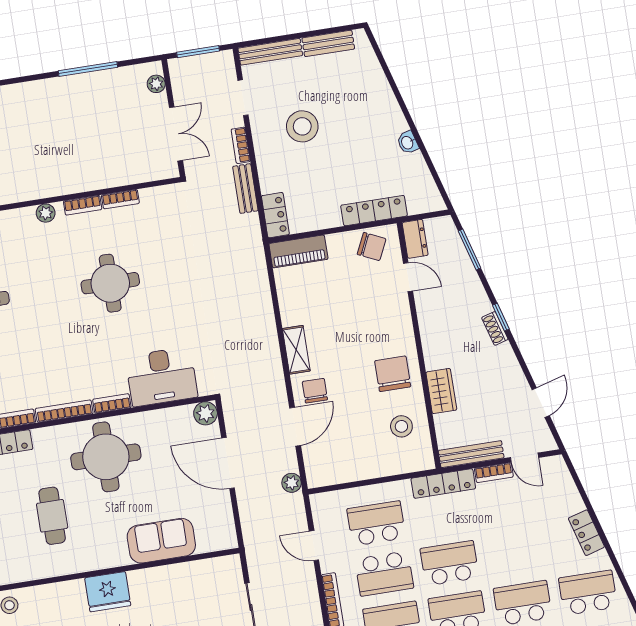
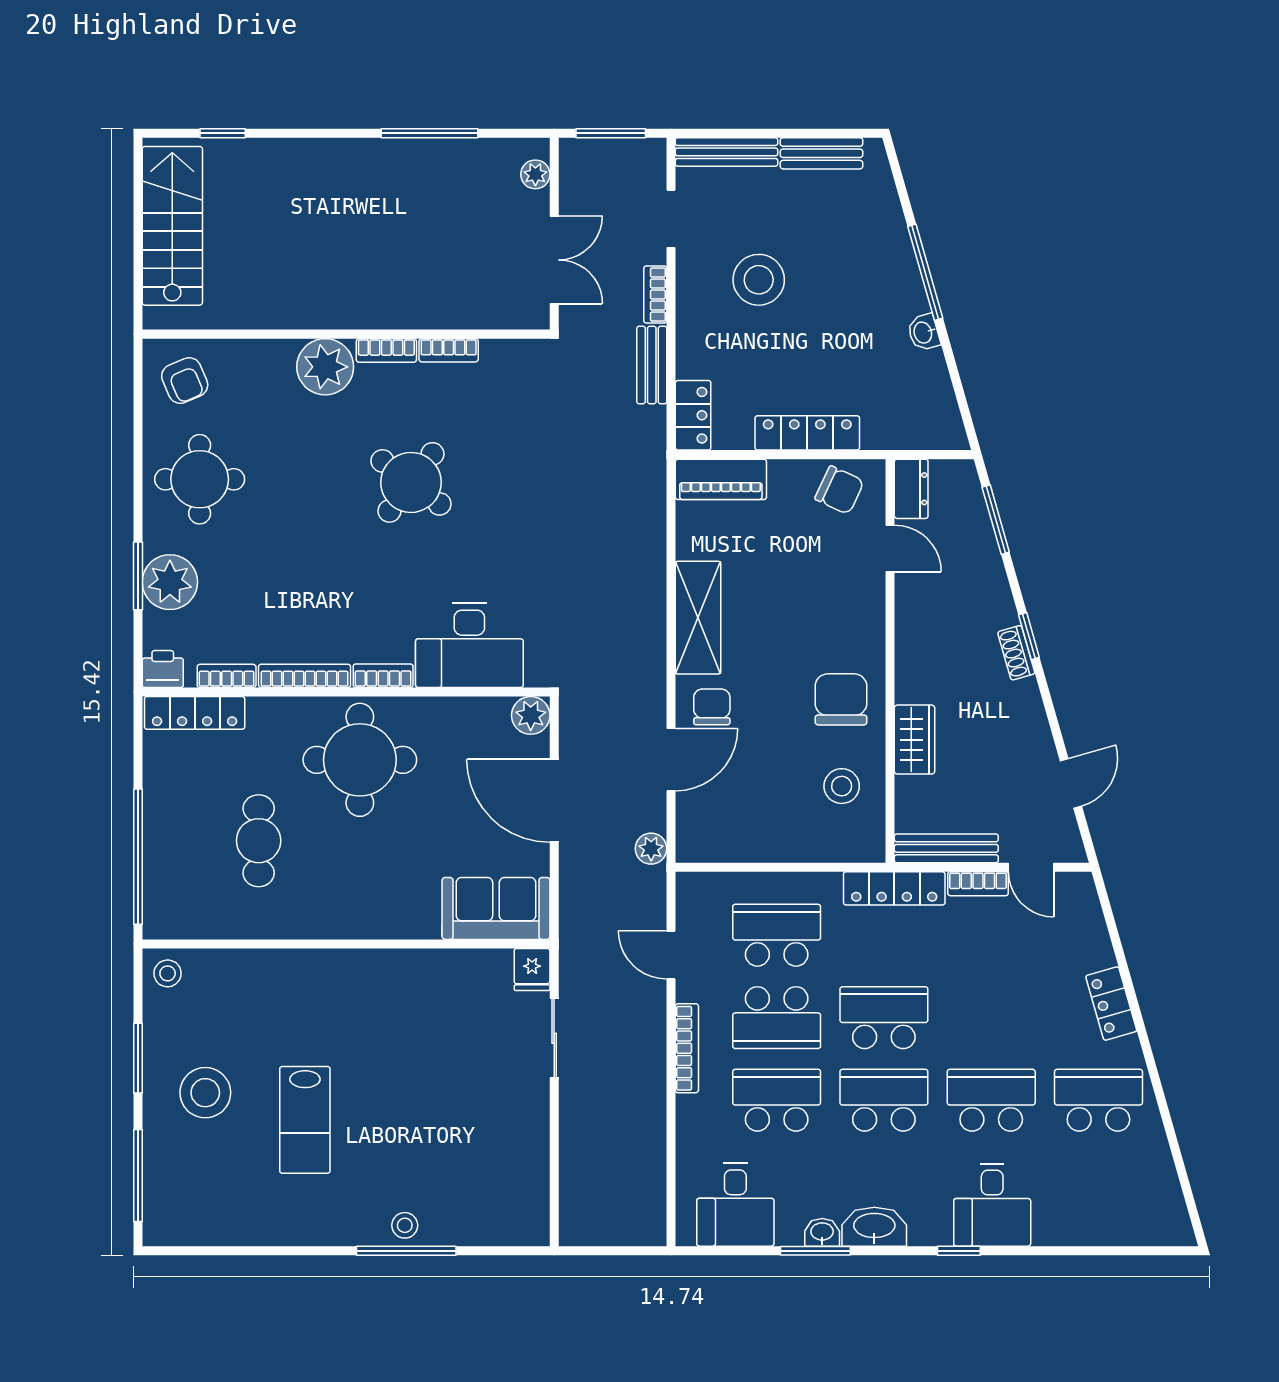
window: (403, 106) -> (925, 272), added
locker: (374, 211) -> (807, 433), moved
plant: (46, 213) -> (325, 367), width x1.87, depth x1.87
round table: (110, 283) -> (411, 482), turned 37
shelving: (296, 350) -> (698, 618), width x1.50, depth x1.33
sofa: (161, 541) -> (496, 908), moved
fridge: (108, 592) -> (532, 969), moved, width x0.53, depth x0.75

